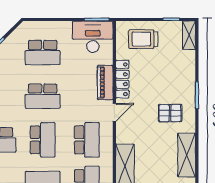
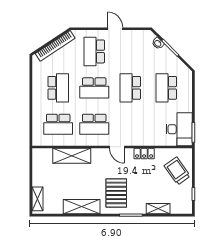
shelving: (189, 35) -> (158, 209), moved
trolley: (143, 39) -> (177, 171), turned -35
locker: (122, 79) -> (144, 154), width x0.66
piano: (105, 82) -> (141, 139), removed
pallet: (170, 113) -> (116, 193), width x1.50, depth x1.42

